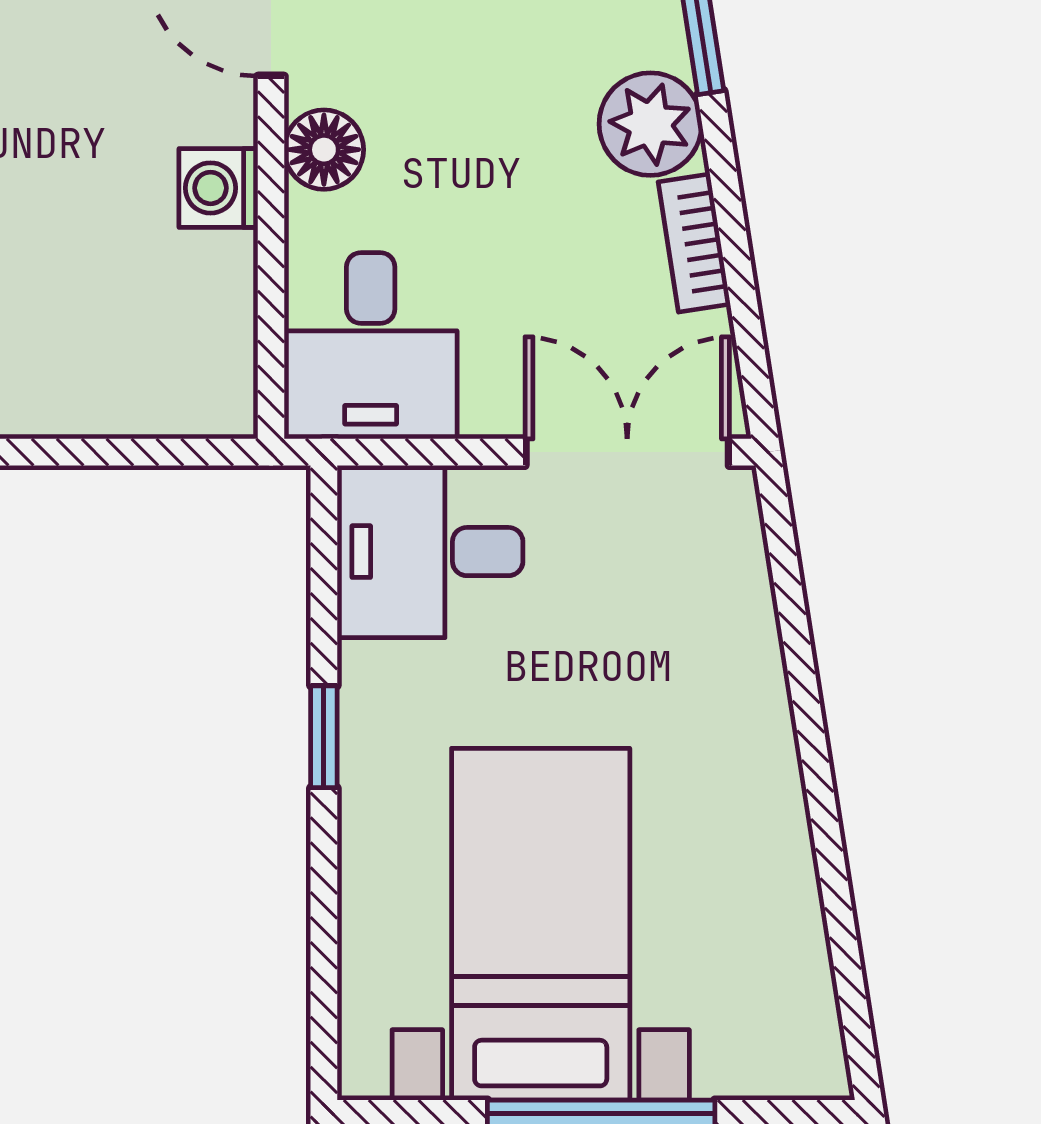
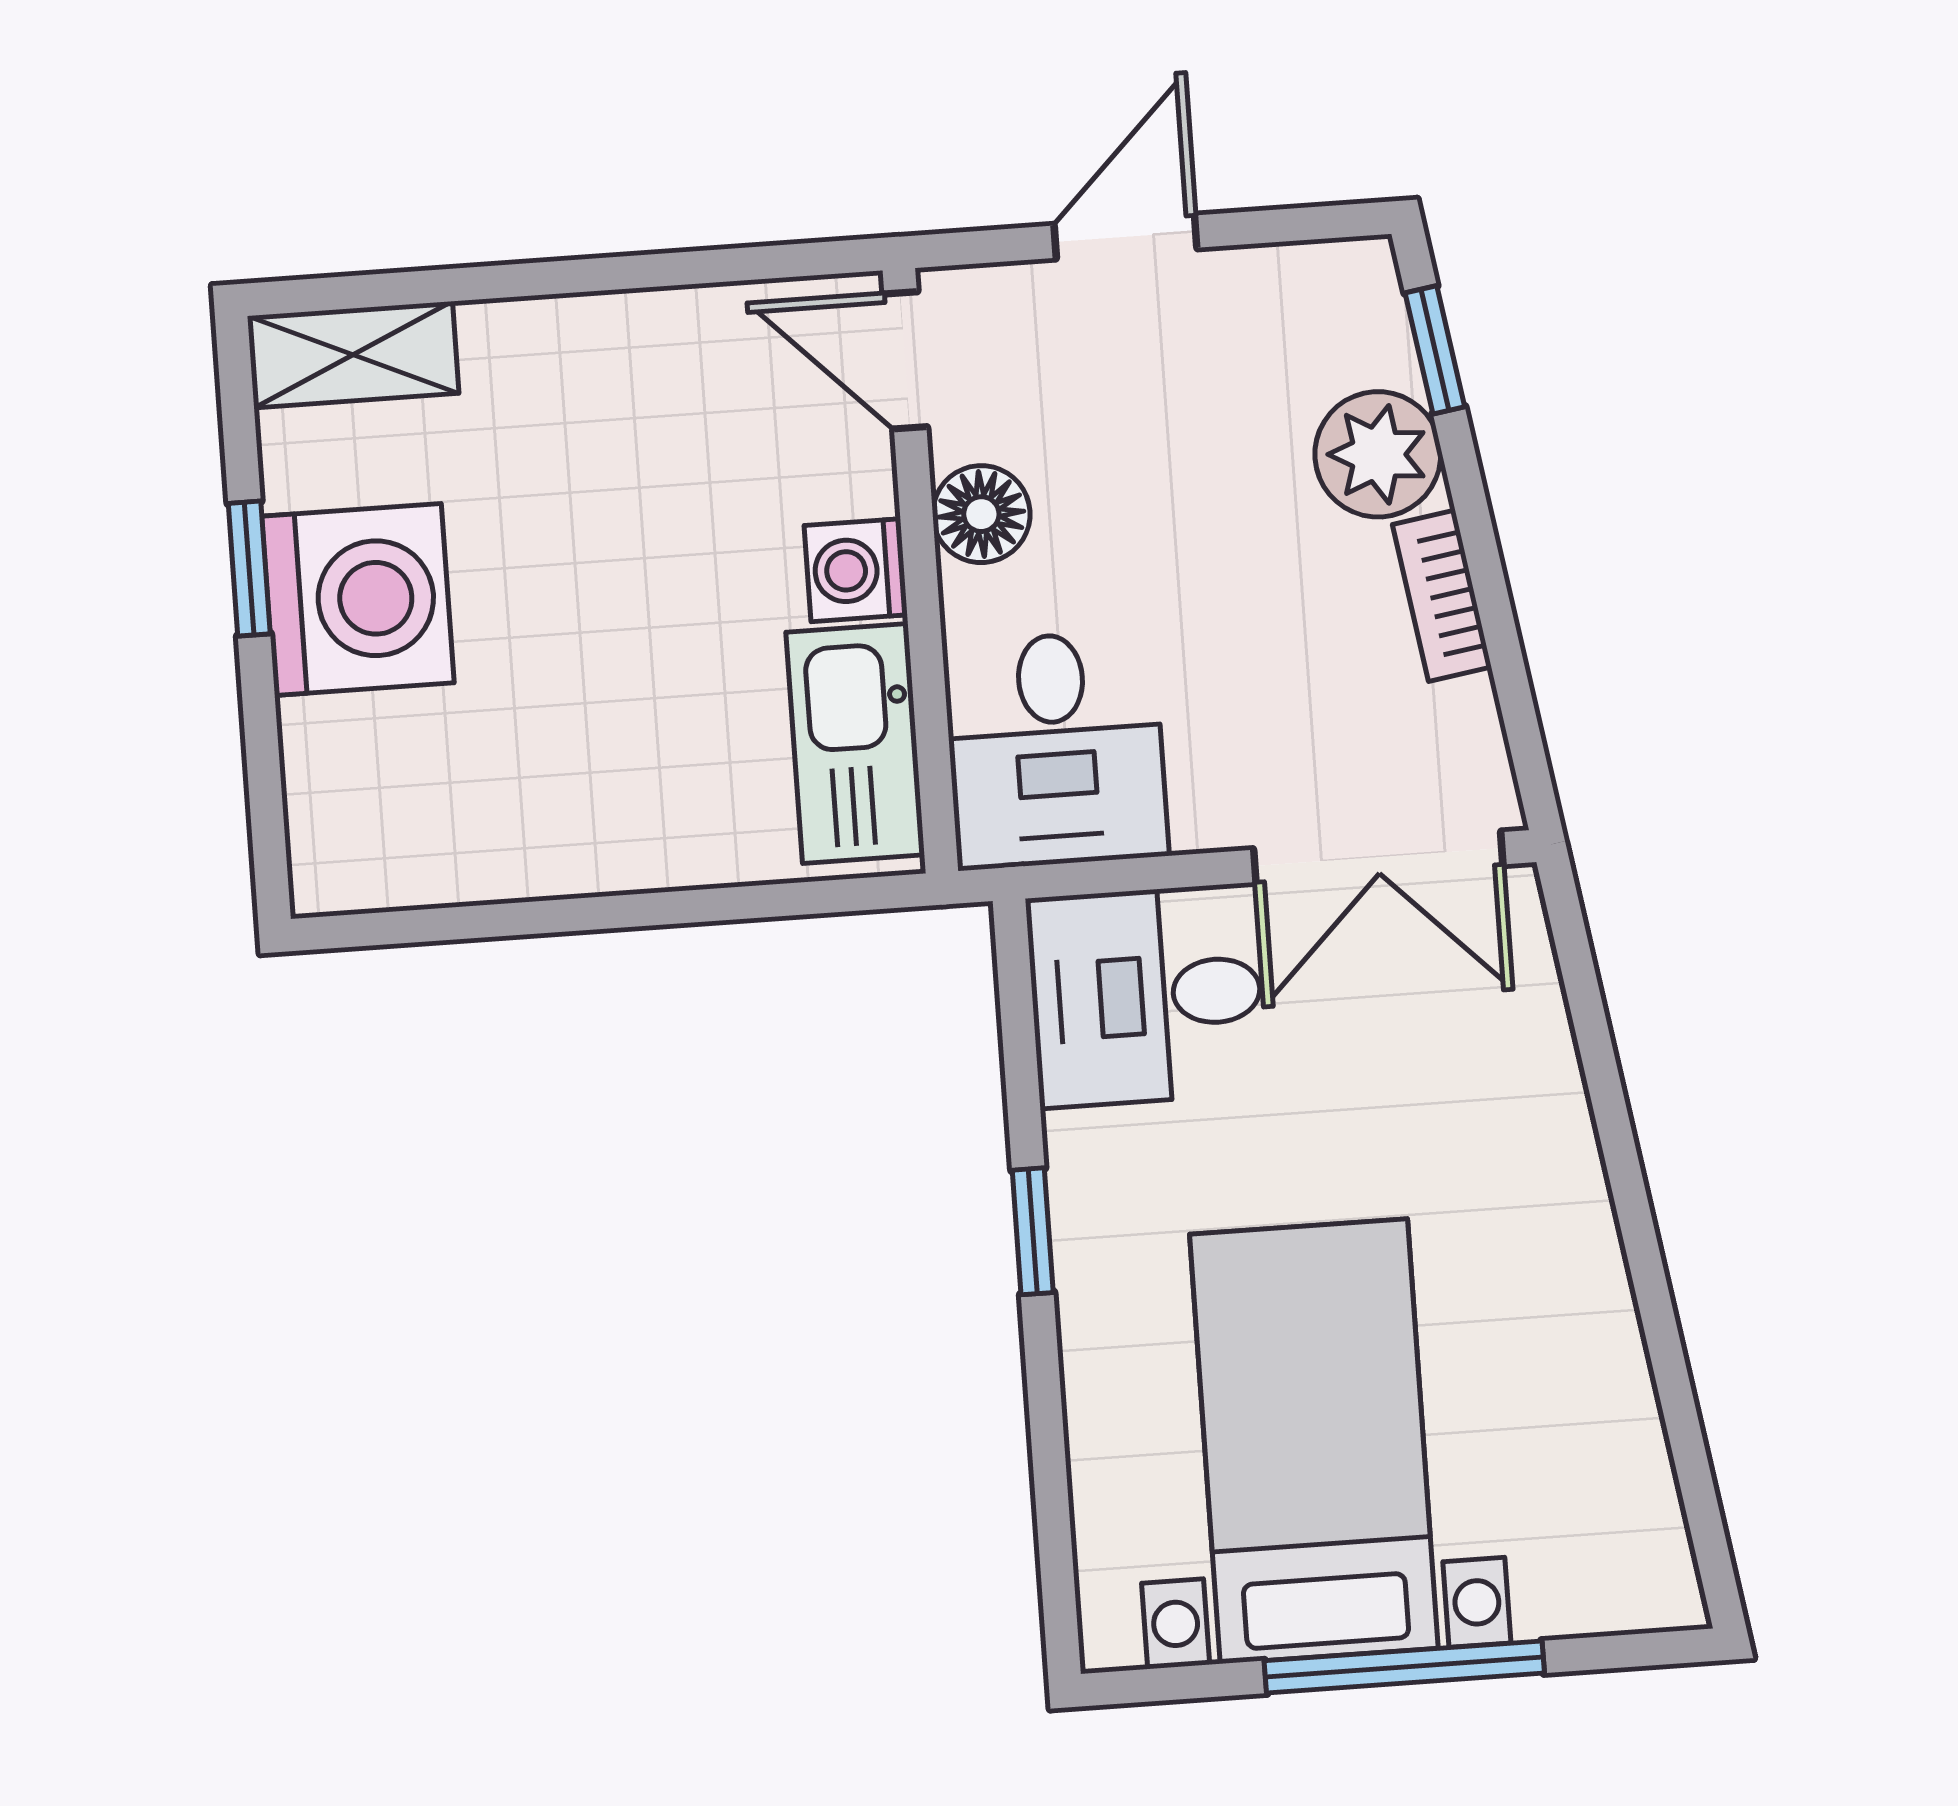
kitchen sink: (208, 329) -> (855, 744), added
double door: (627, 452) -> (1378, 857), swing flipped

